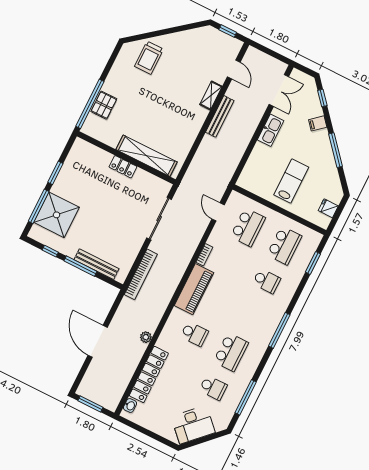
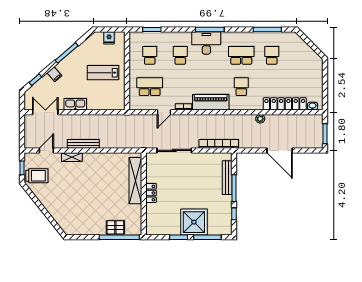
trolley: (149, 58) -> (37, 176), moved
door: (218, 212) -> (164, 112), moved
shower: (57, 215) -> (194, 222), moved
school desk: (284, 245) -> (150, 55), width x0.54
door: (98, 341) -> (280, 150), hinge flipped
desk: (193, 425) -> (206, 43), moved, turned -45

